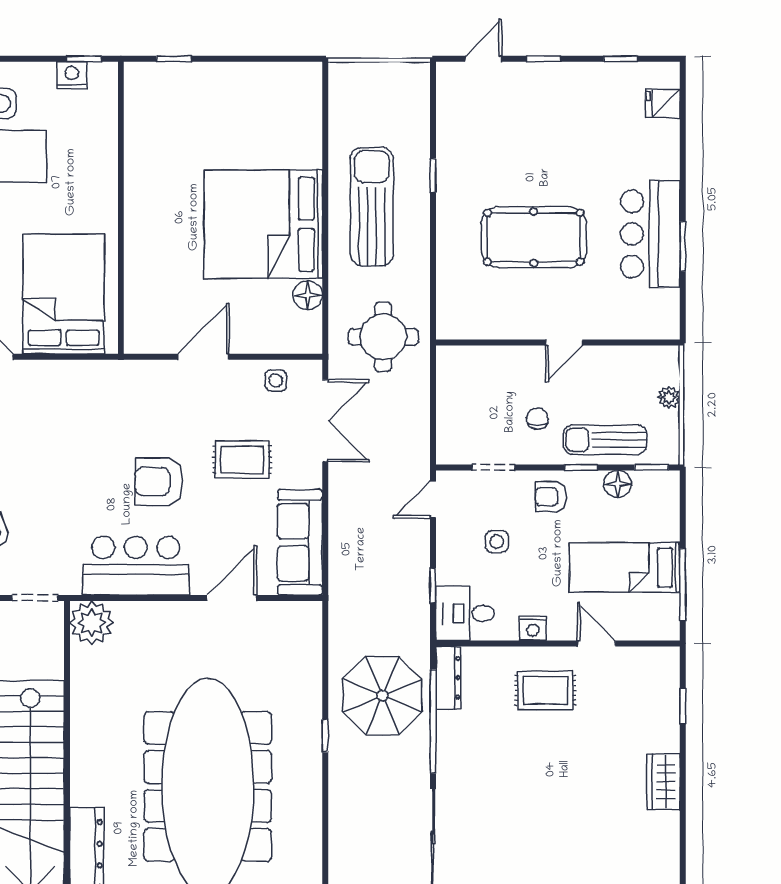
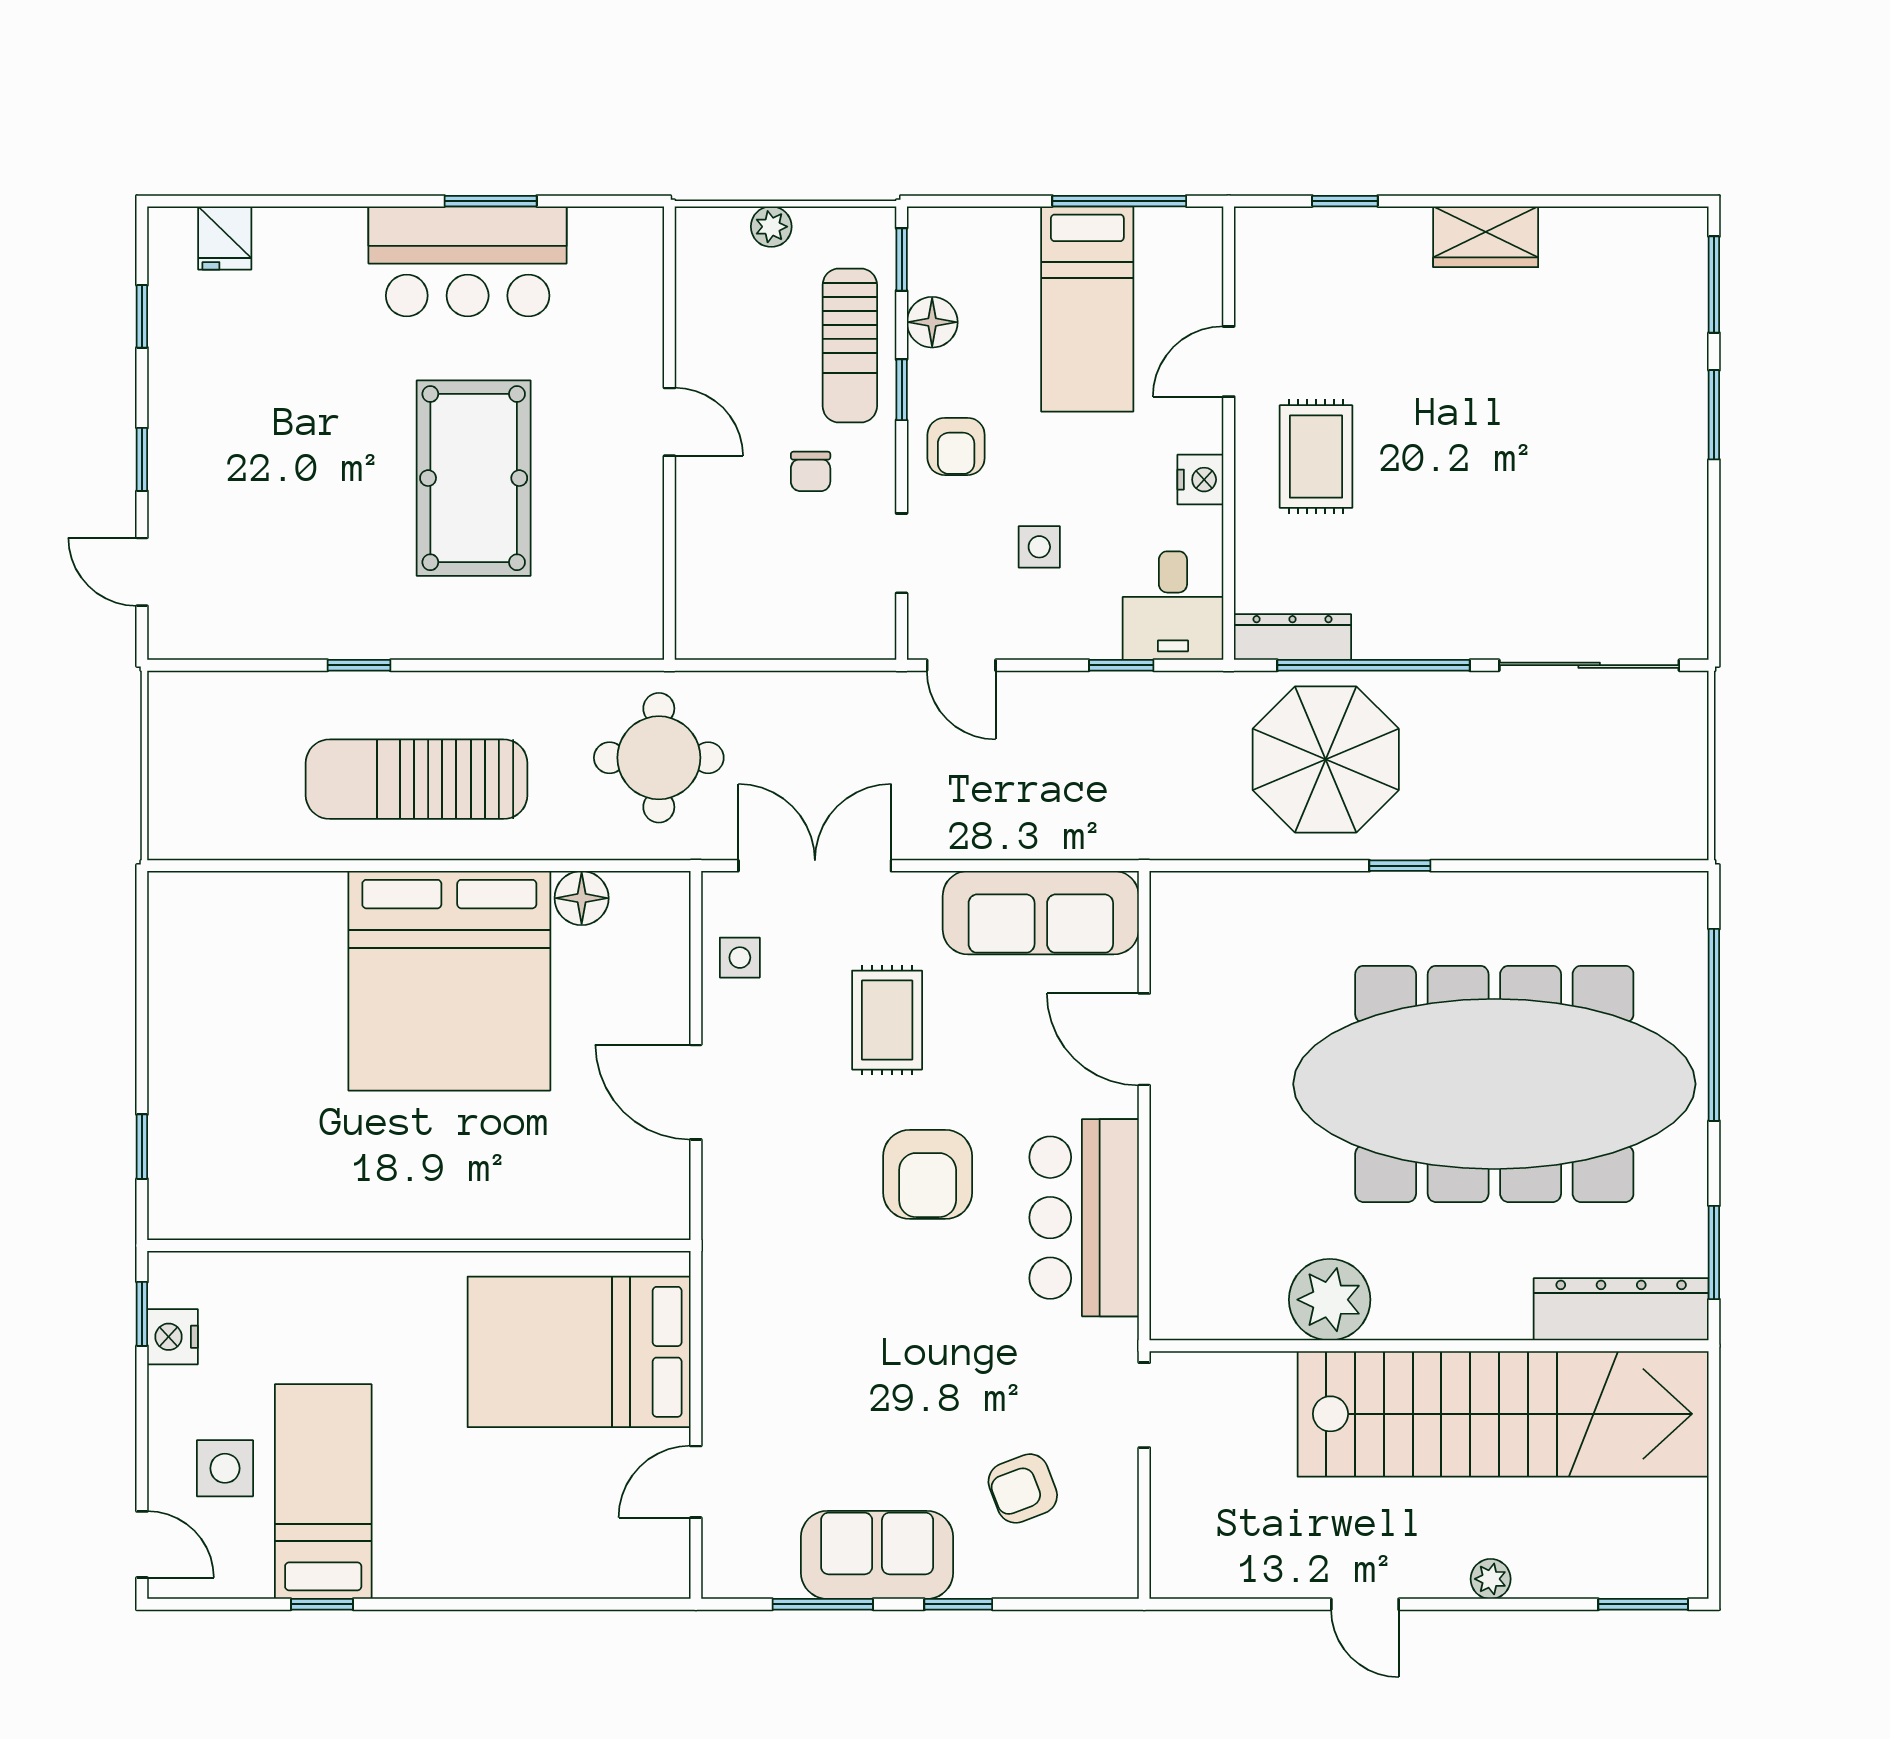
chair: (537, 419) -> (811, 471), turned -90
plant: (92, 623) -> (1330, 1300), moved

